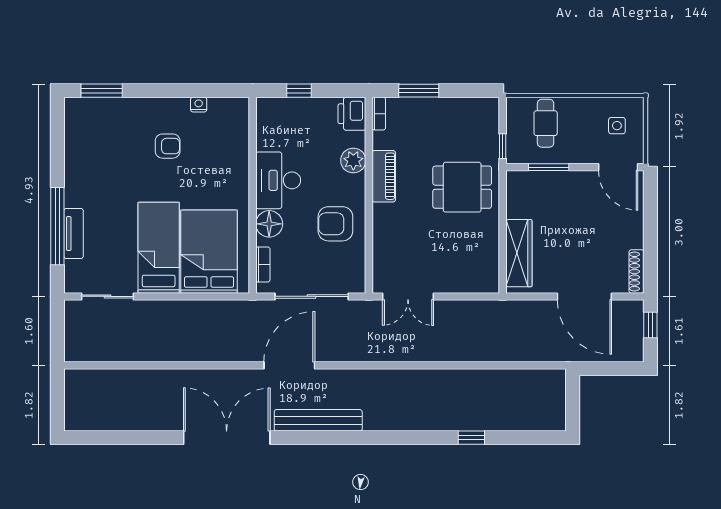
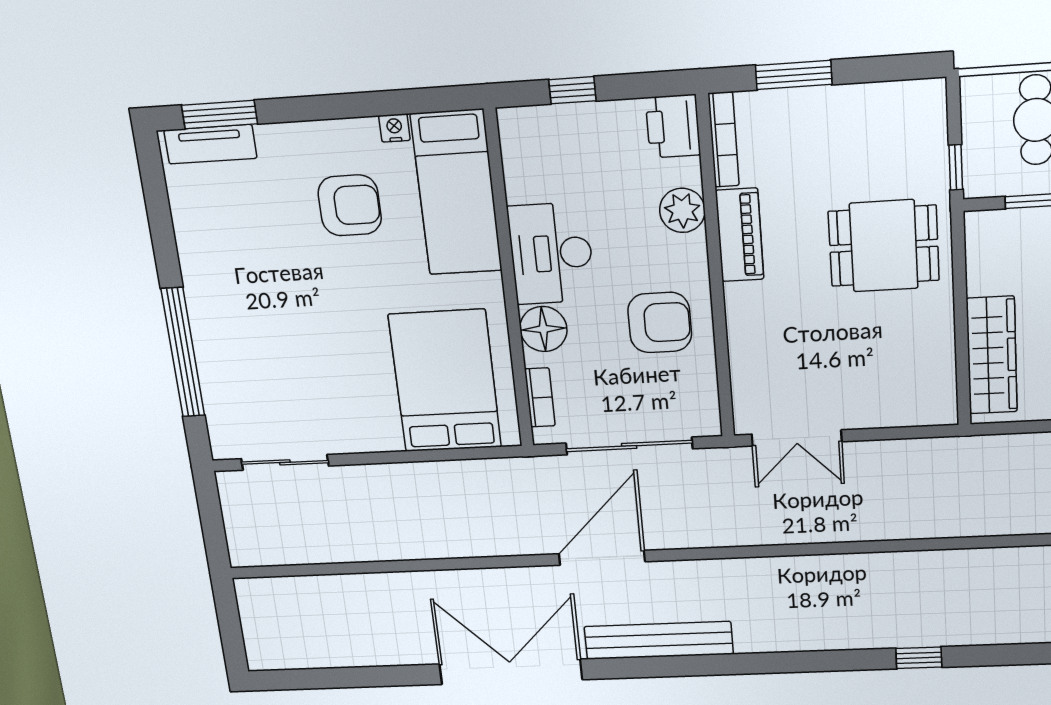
bookcase: (379, 114) -> (724, 140), width x1.56
armchair: (168, 146) -> (350, 205), width x1.38, depth x1.38
armchair: (335, 224) -> (660, 323), turned 180
tv unit: (74, 234) -> (210, 144), moved, turned 90
bed: (159, 248) -> (456, 193), moved, turned 180

